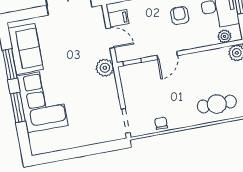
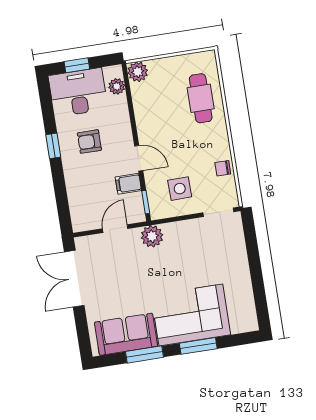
filing cabinet: (118, 18) -> (128, 184), moved, turned -90
side table: (144, 89) -> (180, 189), added

